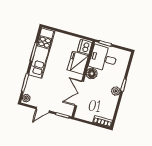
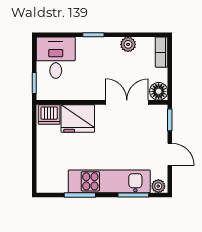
kitchen unit: (42, 53) -> (109, 181), moved
desk: (103, 58) -> (56, 58), moved, turned 180
floor lamp: (92, 74) -> (159, 91), moved
plant: (116, 91) -> (128, 44), moved
double door: (79, 93) -> (127, 102), swing flipped

